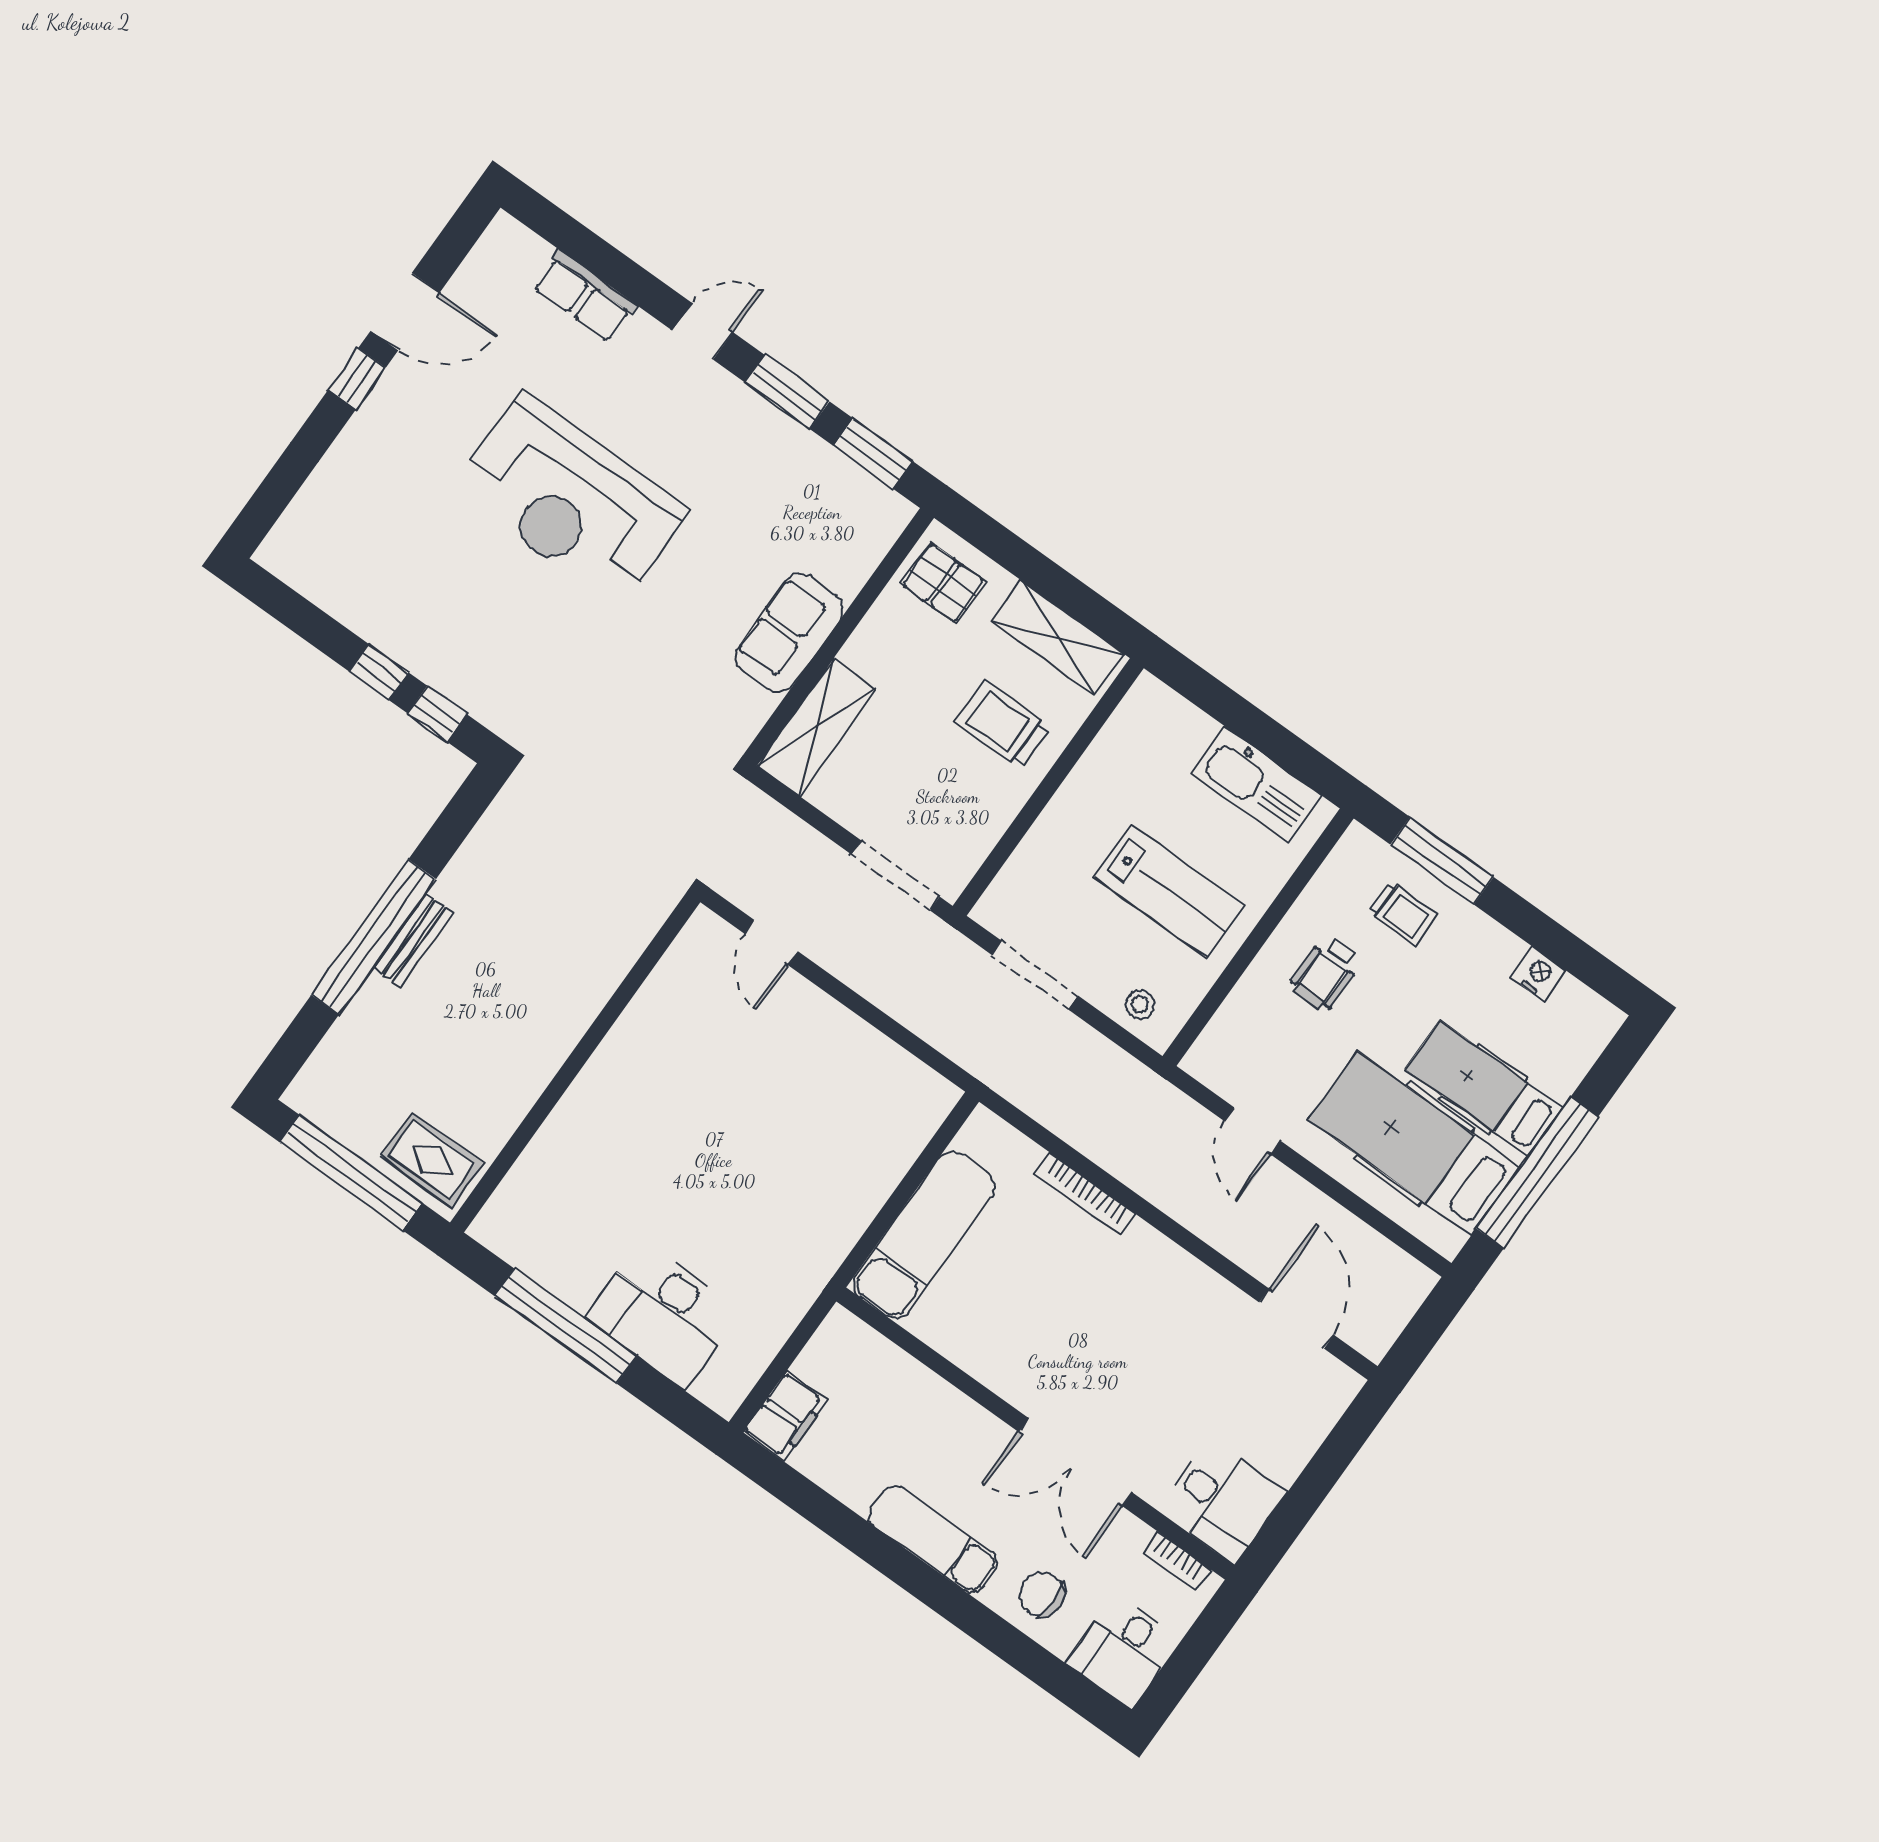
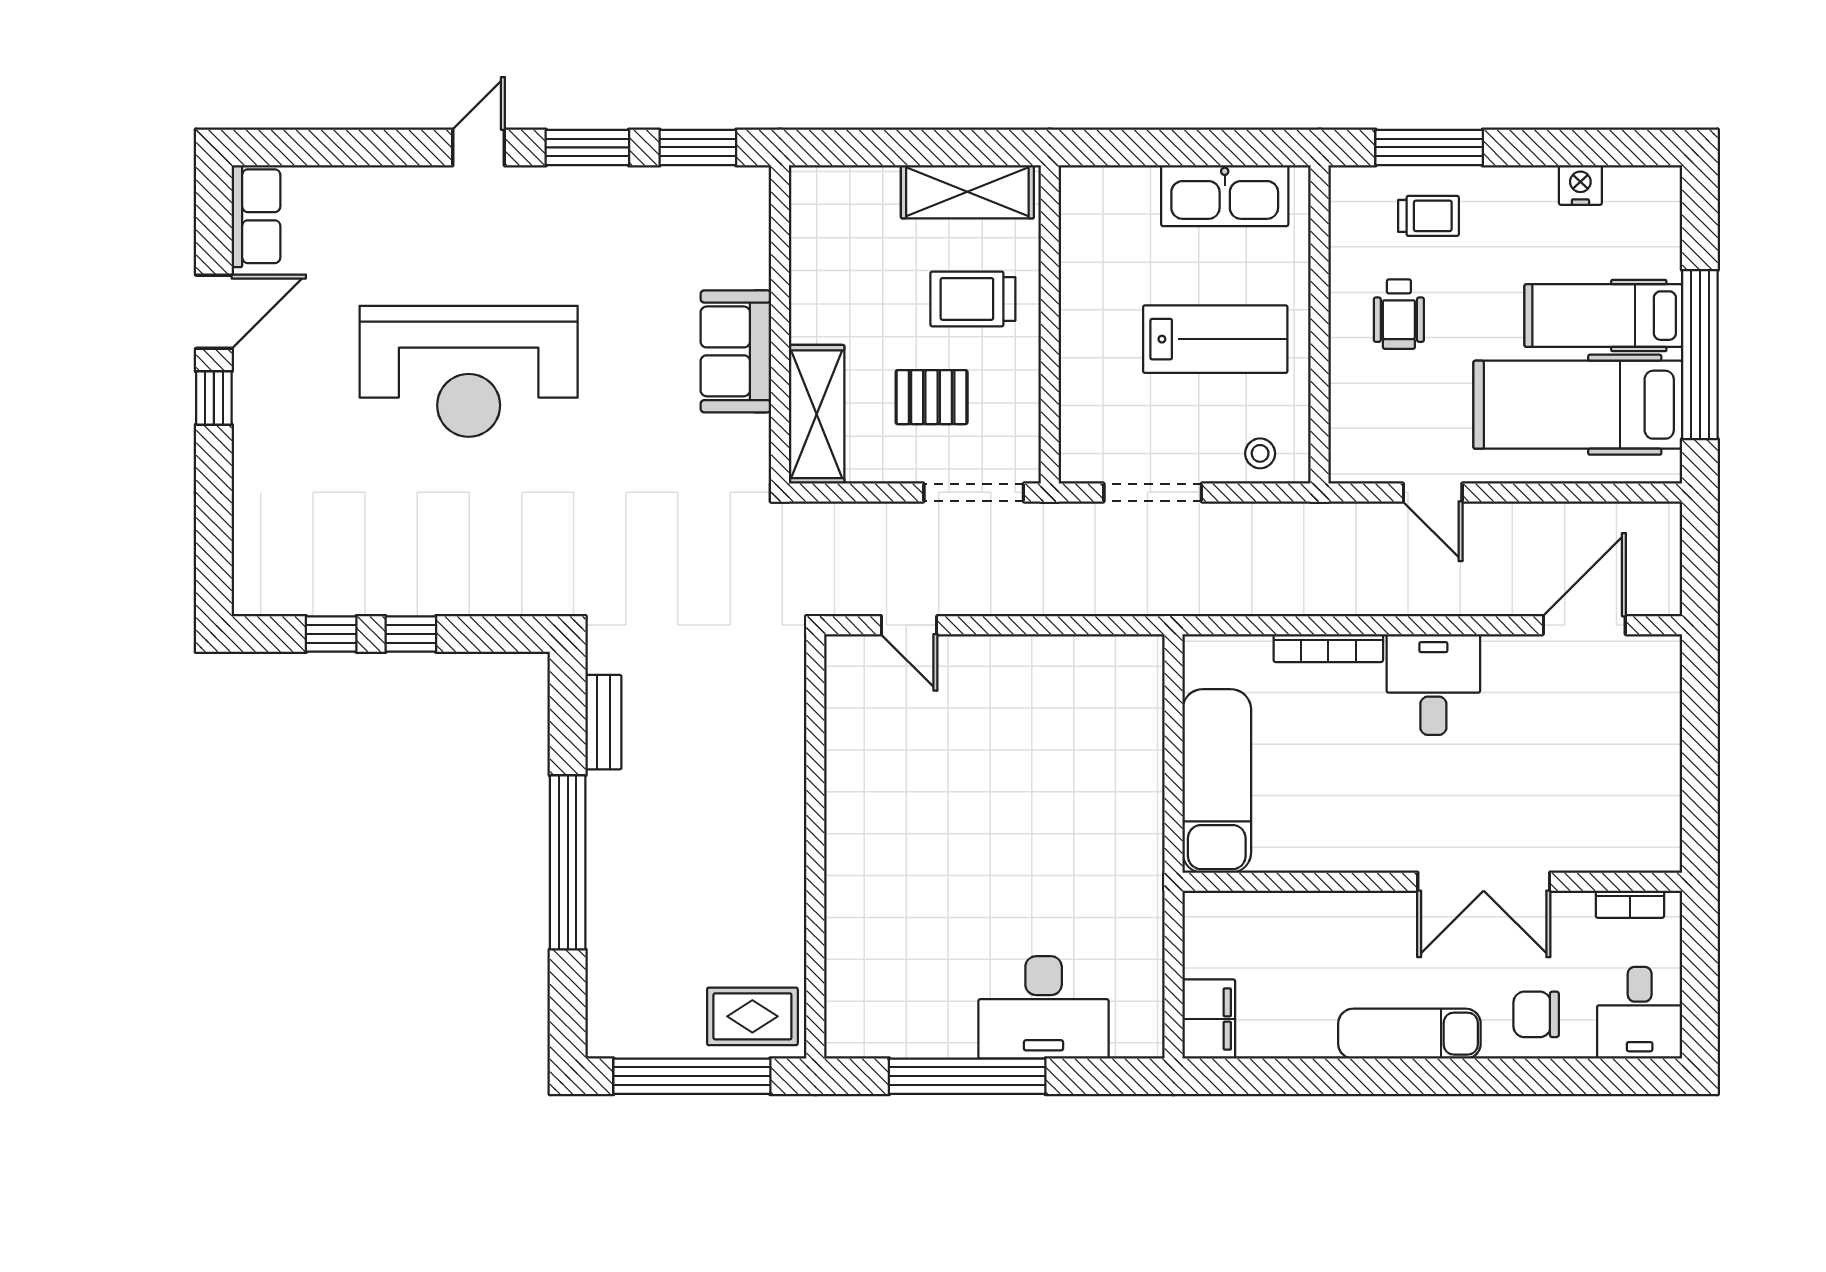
row of seats: (585, 296) -> (256, 216), moved, turned -90
pallet: (943, 583) -> (932, 397), moved
window: (437, 714) -> (331, 634), moved
bench: (413, 940) -> (603, 722), moved
door: (1297, 1319) -> (1584, 625), hinge flipped
desk: (1222, 1501) -> (1433, 684), moved, turned -90

